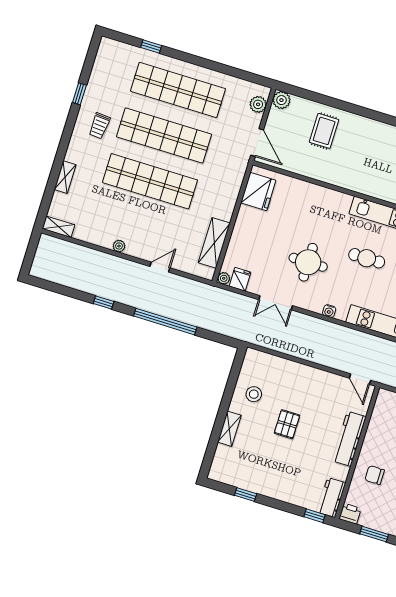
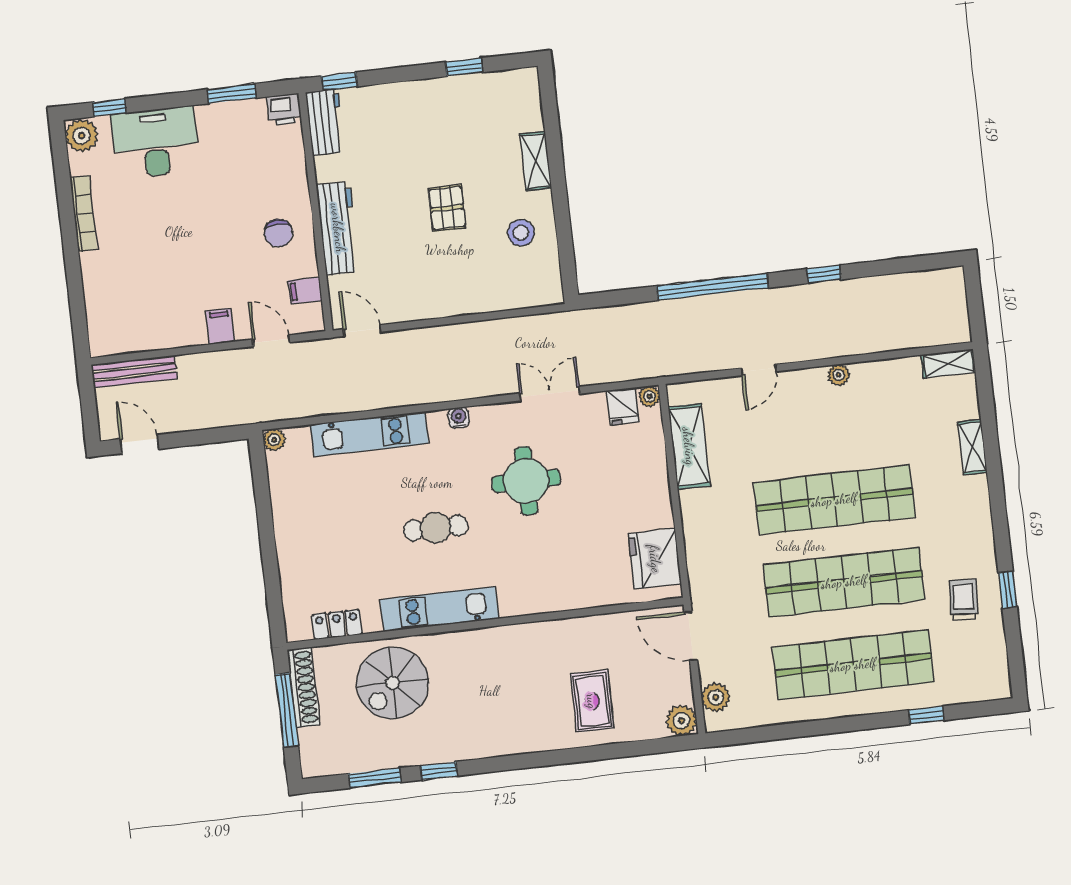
trolley: (99, 126) -> (964, 600), moved
filing cabinet: (381, 413) -> (305, 291), added
chair: (375, 475) -> (278, 233), moved, turned 90

